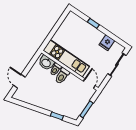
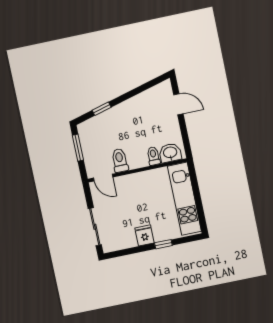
fridge: (107, 43) -> (144, 235), moved
kitchen unit: (66, 58) -> (184, 199), moved, turned 90
toilet: (62, 76) -> (120, 160), moved

